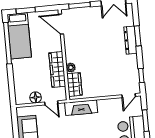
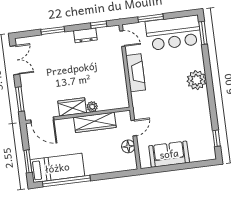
door: (61, 24) -> (42, 120), hinge flipped
dresser: (130, 40) -> (85, 35), moved, width x0.70
wardrobe: (74, 84) -> (72, 107), moved
fireplace: (81, 108) -> (136, 73), moved

